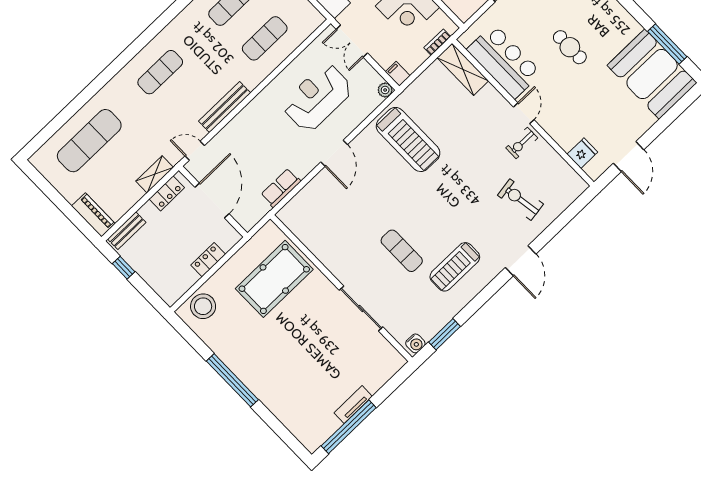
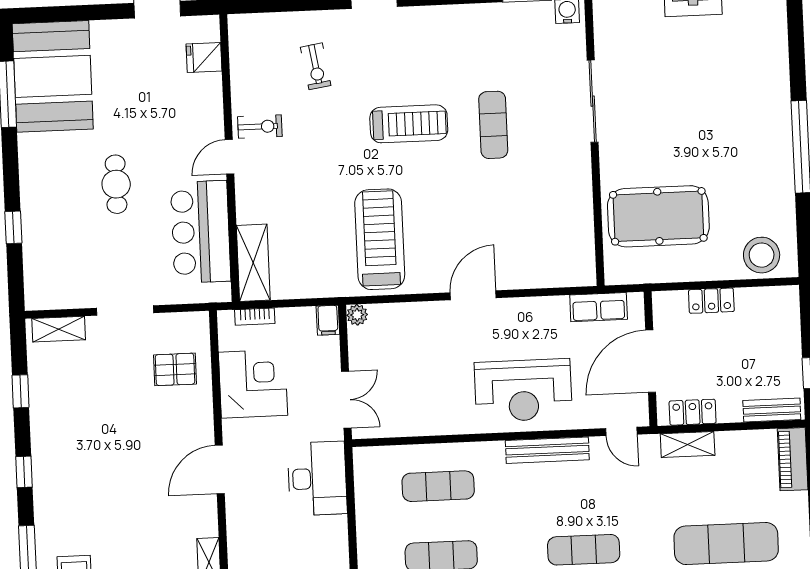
reception desk: (317, 97) -> (523, 390), moved
row of seats: (281, 188) -> (599, 307), moved
exercise bike: (520, 200) -> (316, 66), width x0.73, depth x0.72
treadmill: (455, 267) -> (409, 124), moved

